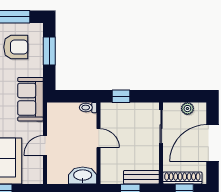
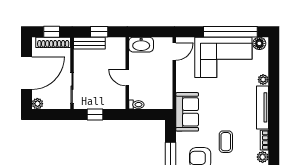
window: (121, 96) -> (95, 115), moved
plant: (187, 109) -> (37, 104), moved
door: (45, 145) -> (174, 52), moved

